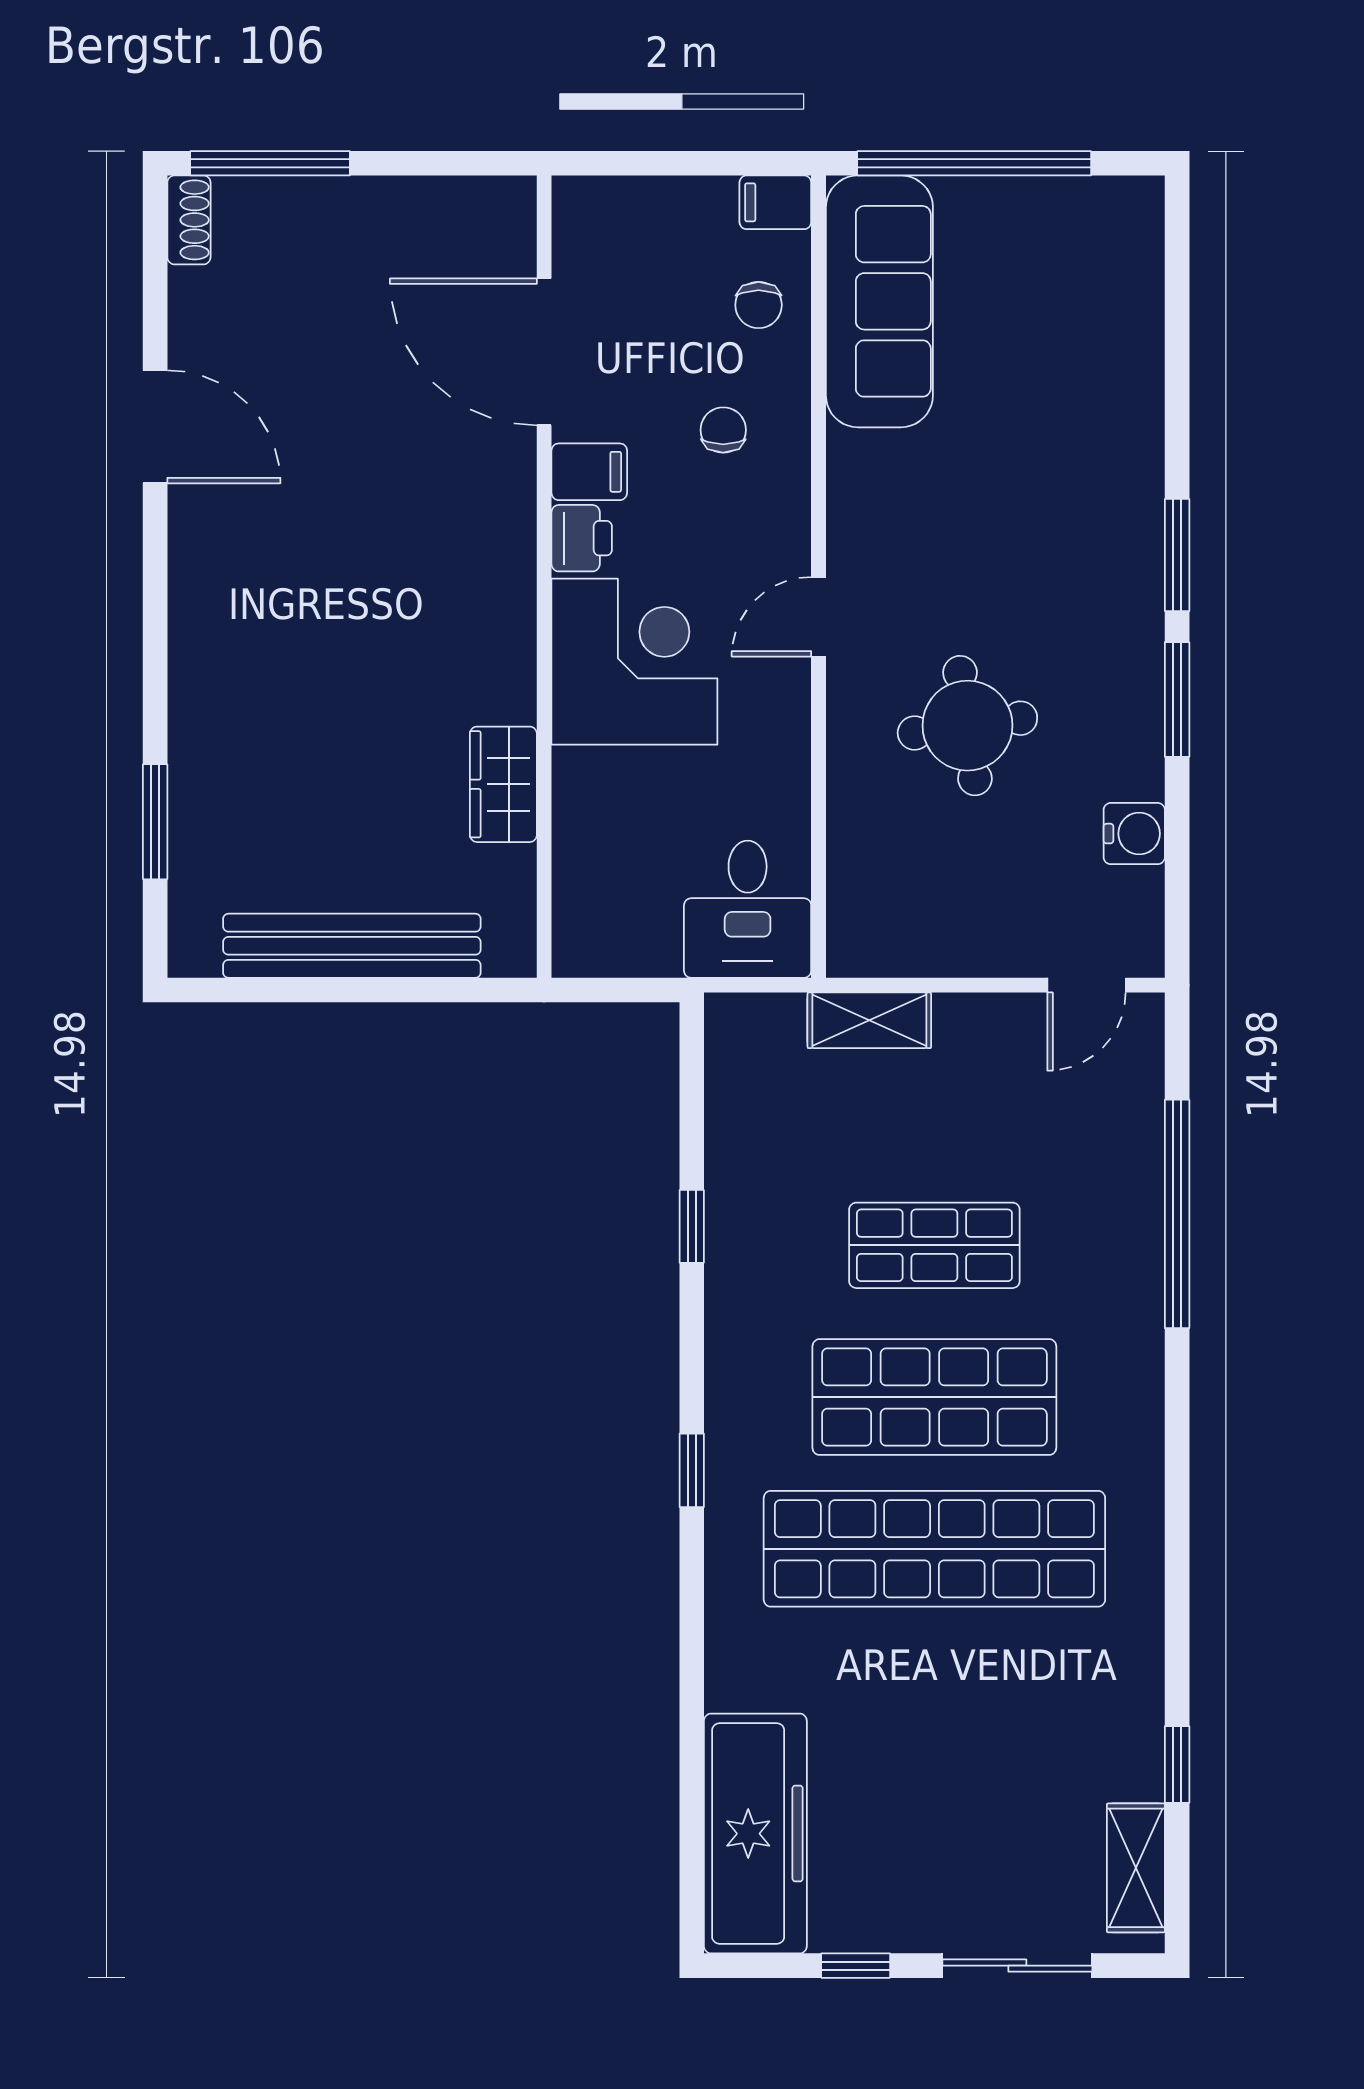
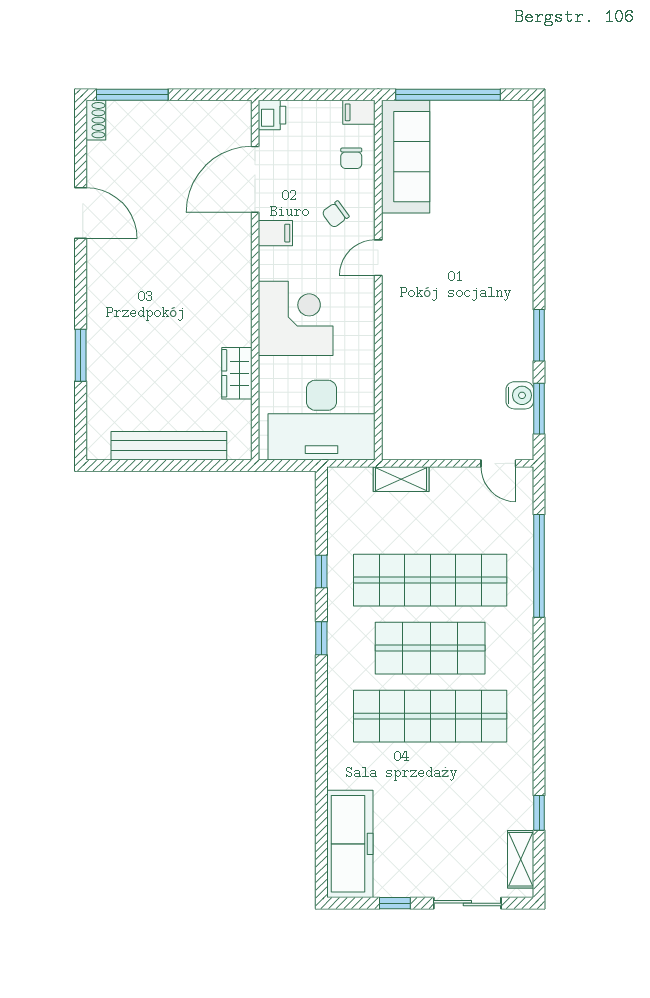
door: (544, 352) -> (255, 179), hinge flipped
chair: (723, 430) -> (335, 214), turned -126
printer: (582, 538) -> (272, 115), moved
window: (1177, 555) -> (539, 409), moved
door: (819, 617) -> (378, 258), moved
round table: (967, 726) -> (445, 347), removed
window: (155, 822) -> (81, 355), moved
desk: (748, 909) -> (322, 420), width x1.87, depth x1.30
door: (1086, 985) -> (498, 463), hinge flipped
shop shelf: (934, 1245) -> (430, 580), width x2.00, depth x1.36
window: (692, 1470) -> (321, 638), moved

